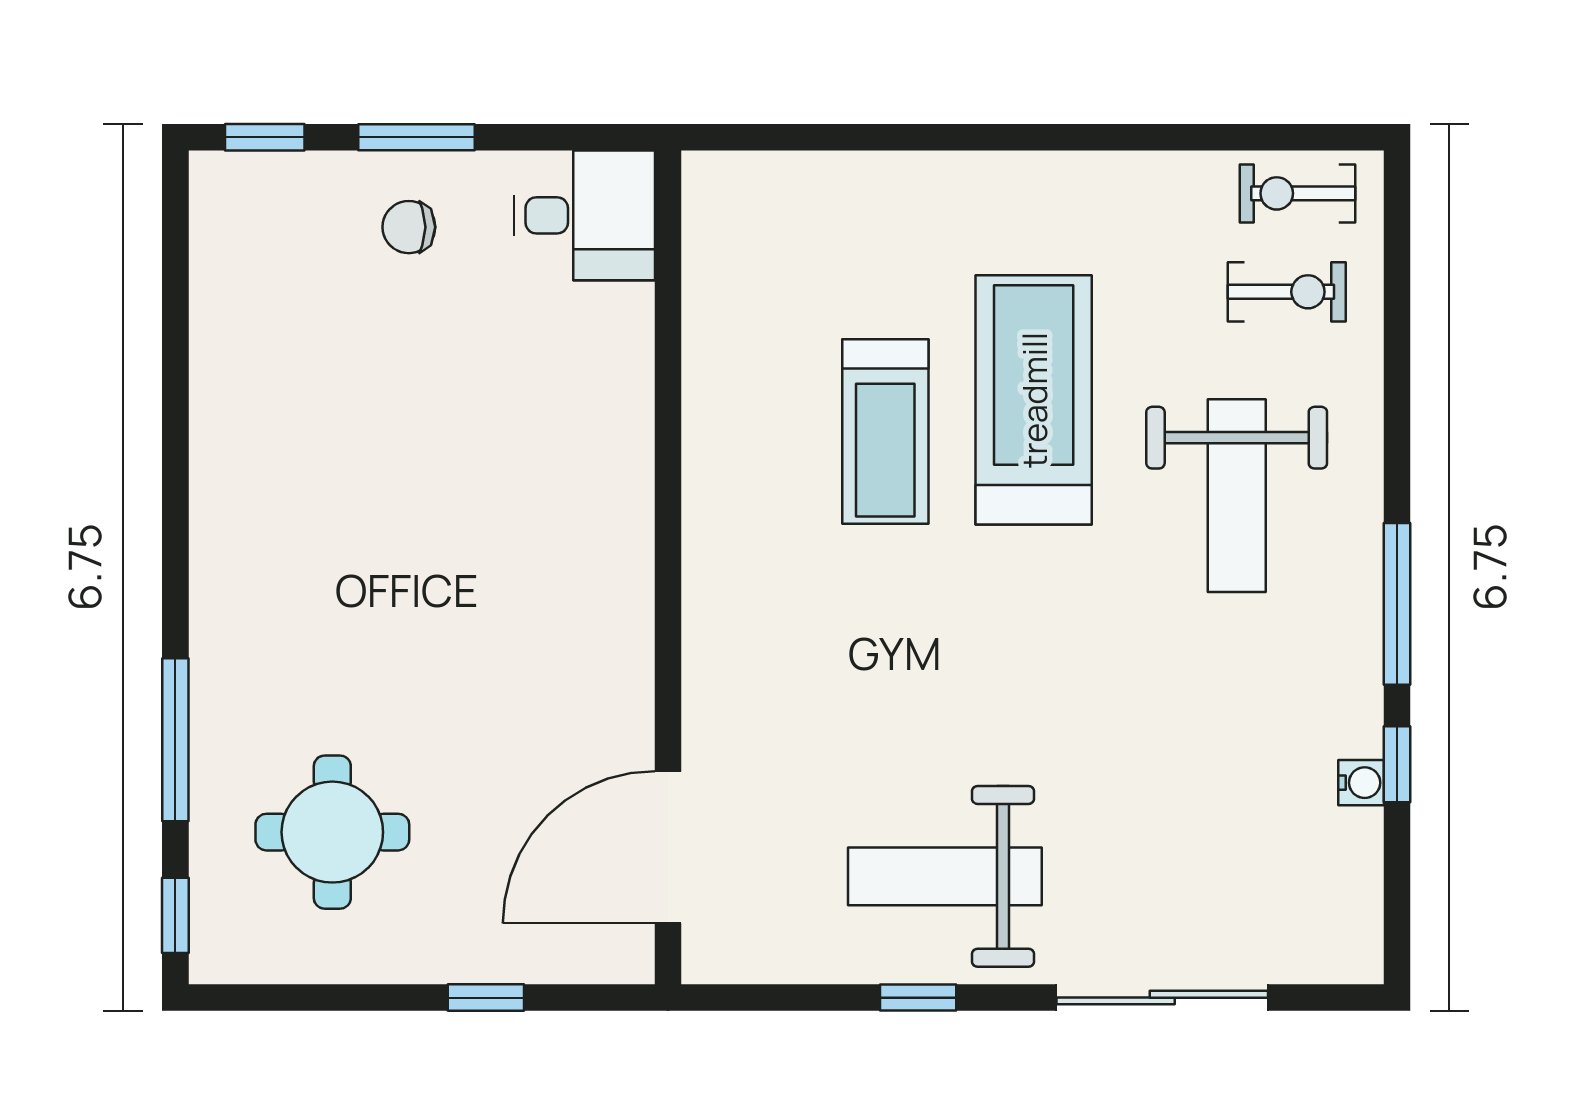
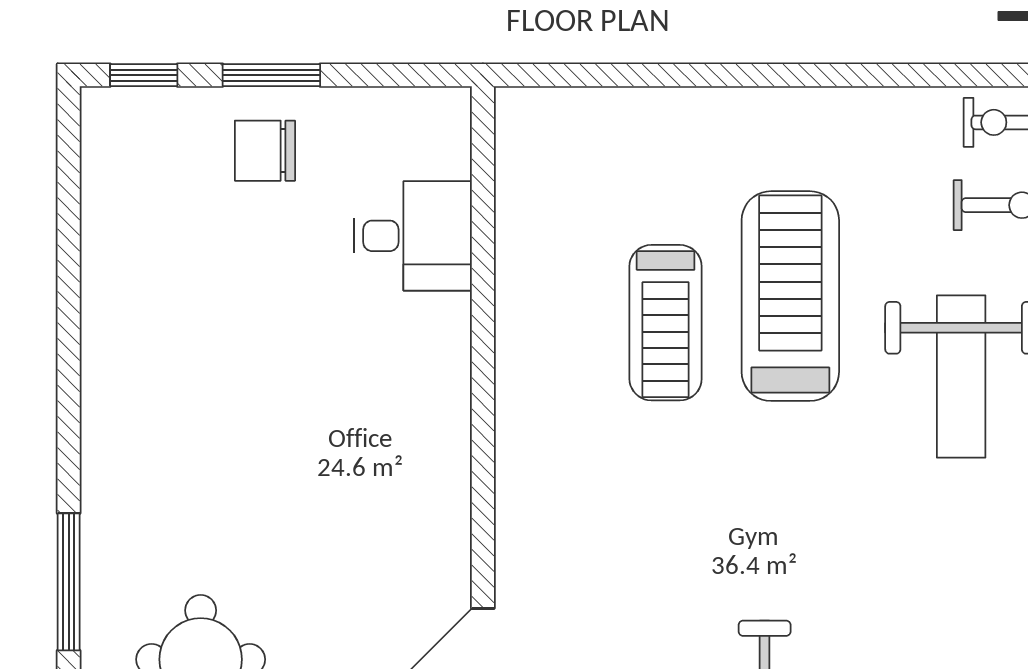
desk: (585, 215) -> (413, 236), moved
chair: (409, 227) -> (265, 151), width x1.37, depth x1.37

